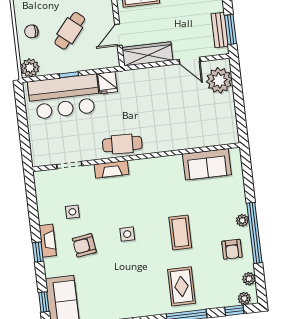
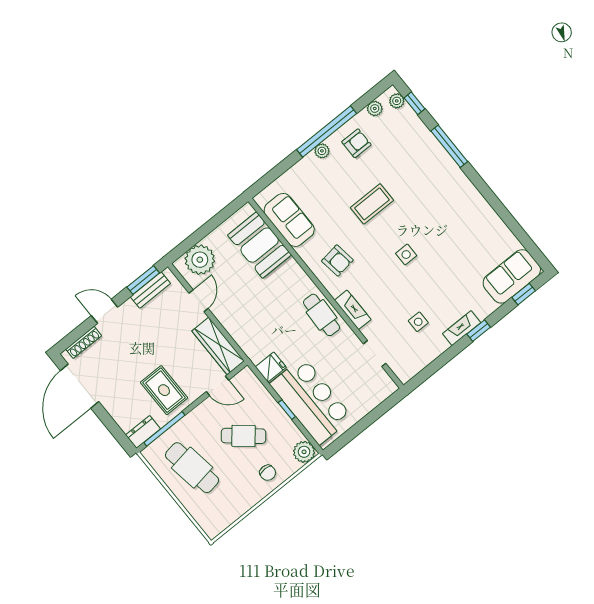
booth: (202, 131) -> (260, 245), added
armchair: (84, 245) -> (337, 260), moved
rug: (182, 286) -> (424, 169), removed

